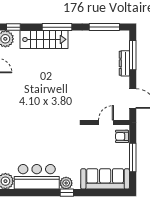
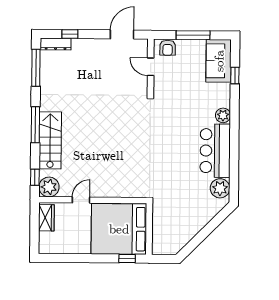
window: (133, 55) -> (70, 34), width x0.46
dresser: (124, 63) -> (56, 44), moved
sofa: (105, 179) -> (219, 61), width x0.73
window: (67, 193) -> (235, 76), moved

